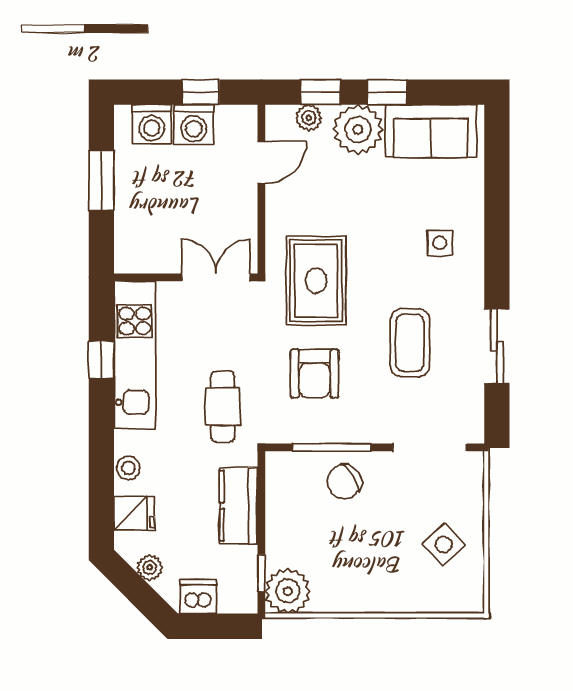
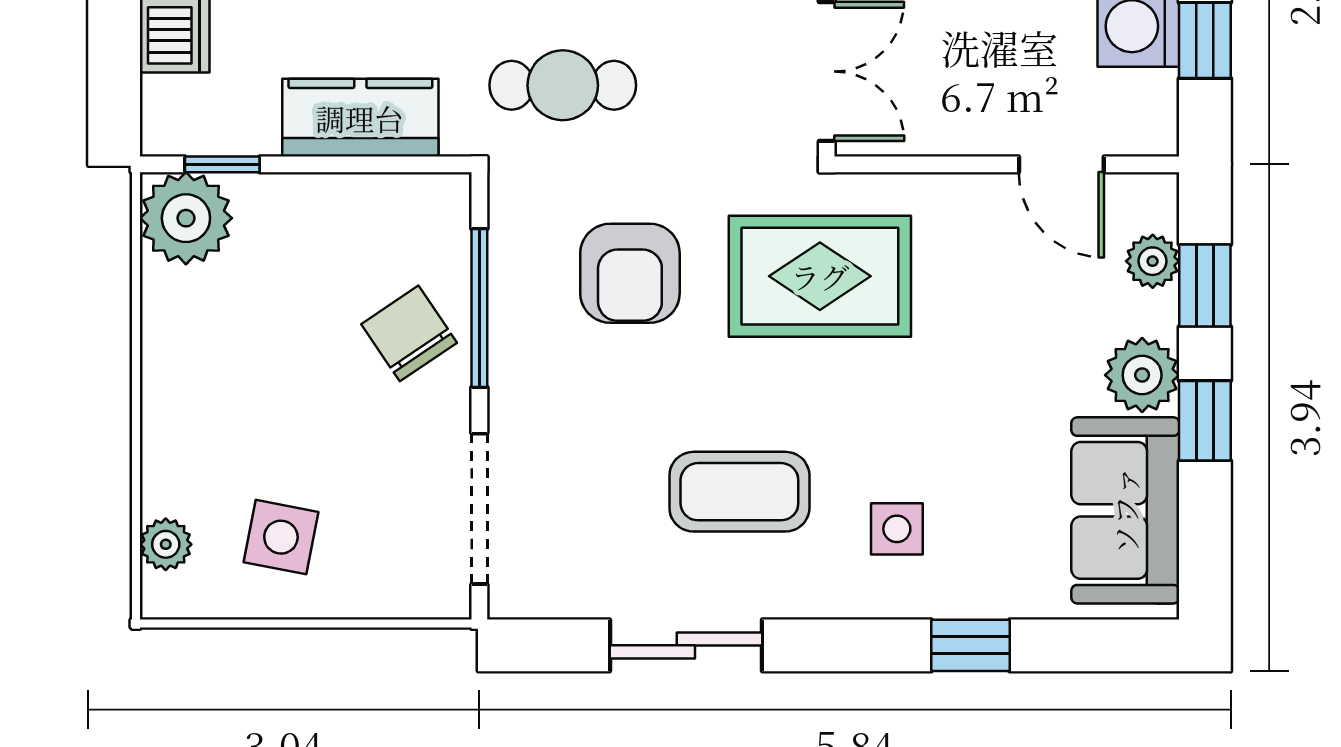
plant: (358, 129) -> (1142, 375), width x0.73, depth x0.73
window: (497, 207) -> (971, 645), added
coffee table: (410, 343) -> (739, 492), moved
armchair: (315, 374) -> (630, 273), turned -90
side table: (444, 544) -> (281, 537), turned -35
plant: (447, 601) -> (166, 544), added

